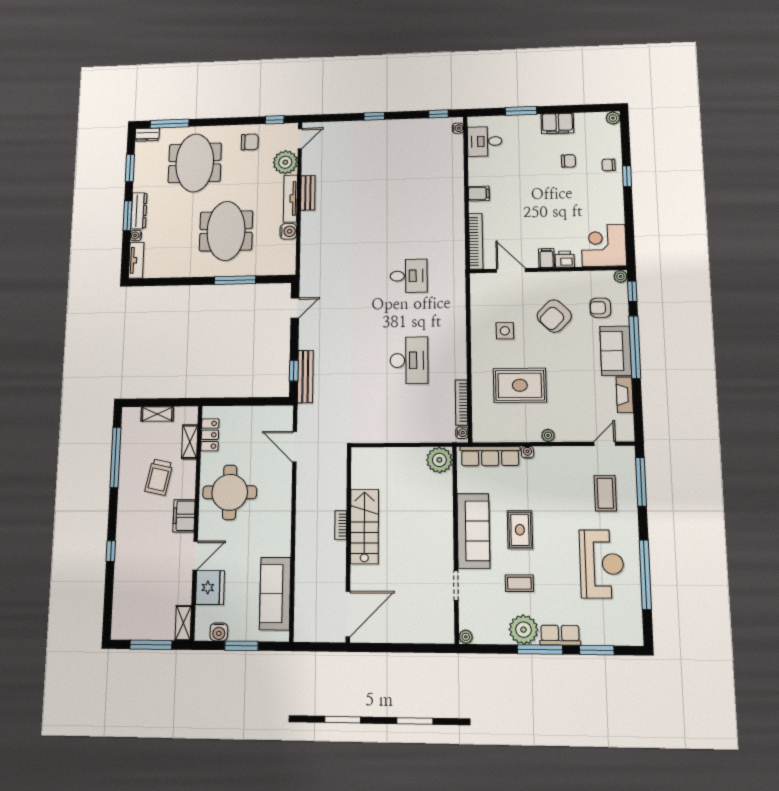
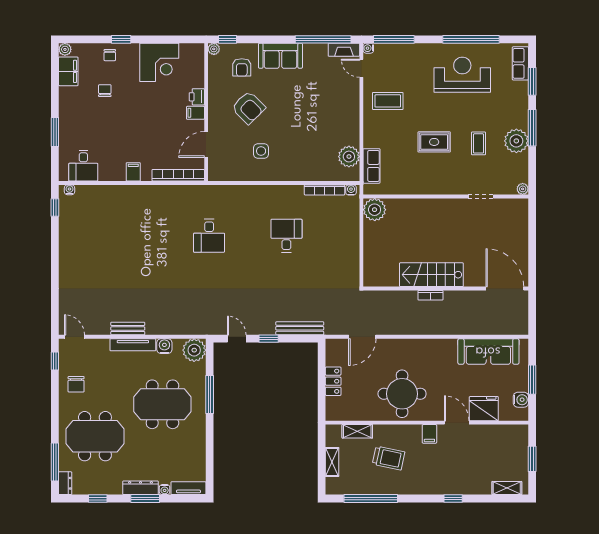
window: (374, 116) -> (55, 267), removed
filing cabinet: (557, 123) -> (68, 71), moved
chair: (250, 142) -> (76, 384), turned 180
plant: (285, 162) -> (194, 350), moved
window: (130, 168) -> (98, 499), width x0.67
corner desk: (604, 245) -> (159, 62), moved, turned -90
desk: (409, 276) -> (209, 236), turned 180
window: (635, 347) -> (323, 39), moved
desk: (409, 360) -> (286, 236), width x0.73
window: (294, 371) -> (269, 339), moved
rug: (520, 385) -> (310, 139), removed
fireplace: (625, 395) -> (344, 50), moved
locker: (210, 435) -> (333, 381), moved, turned 90
plant: (548, 435) -> (349, 157), moved, width x1.88, depth x1.88
water cooler: (527, 452) -> (368, 48), moved
row of seats: (490, 456) -> (371, 166), width x0.68
coffee table: (605, 493) -> (388, 101), moved
filing cabinet: (184, 516) -> (429, 434), width x0.50
sofa: (473, 531) -> (435, 181), removed
shelving: (183, 623) -> (507, 488), moved
row of seats: (560, 635) -> (520, 63), moved
window: (151, 645) -> (532, 459), width x0.69

